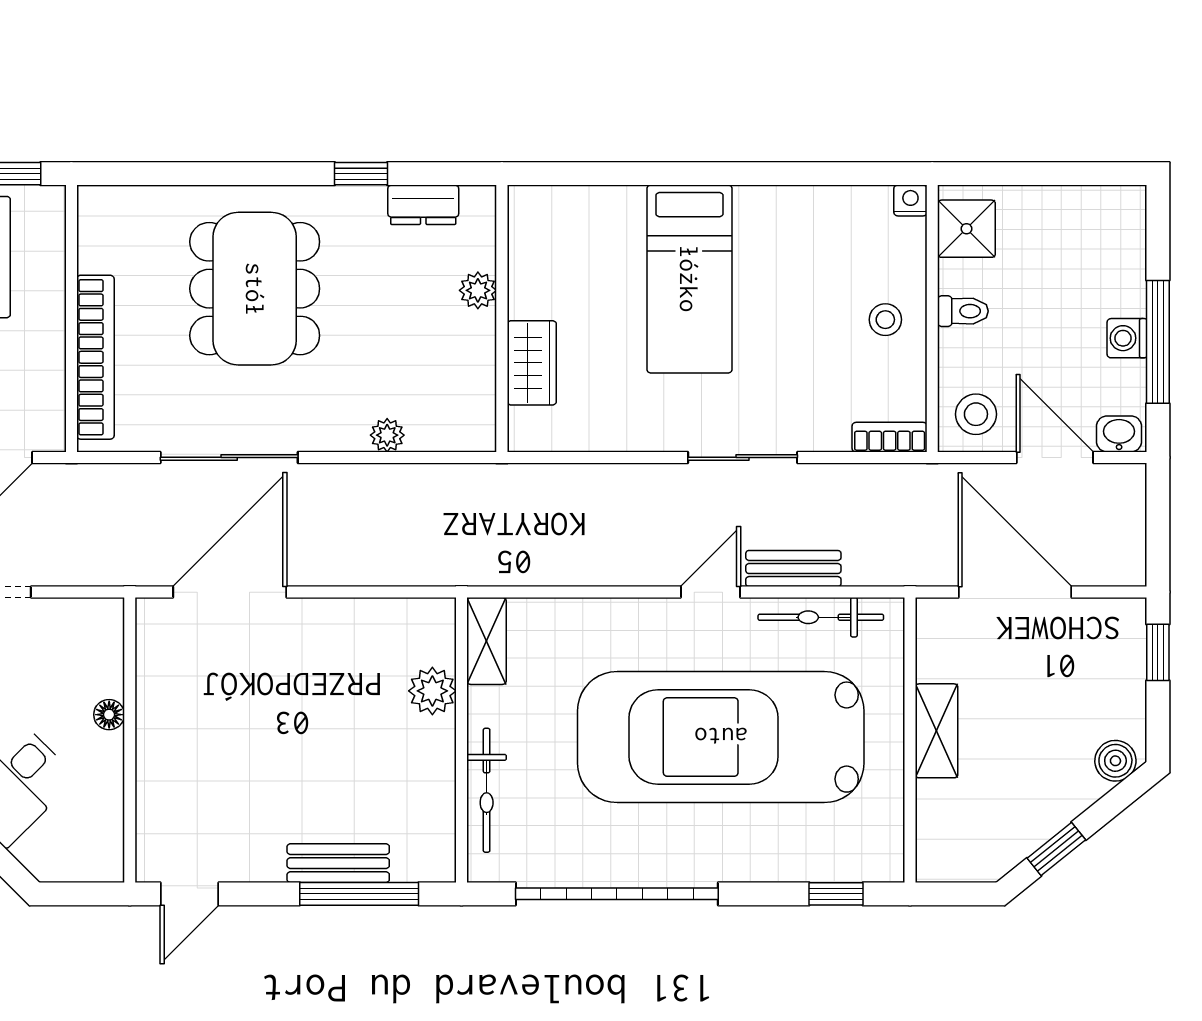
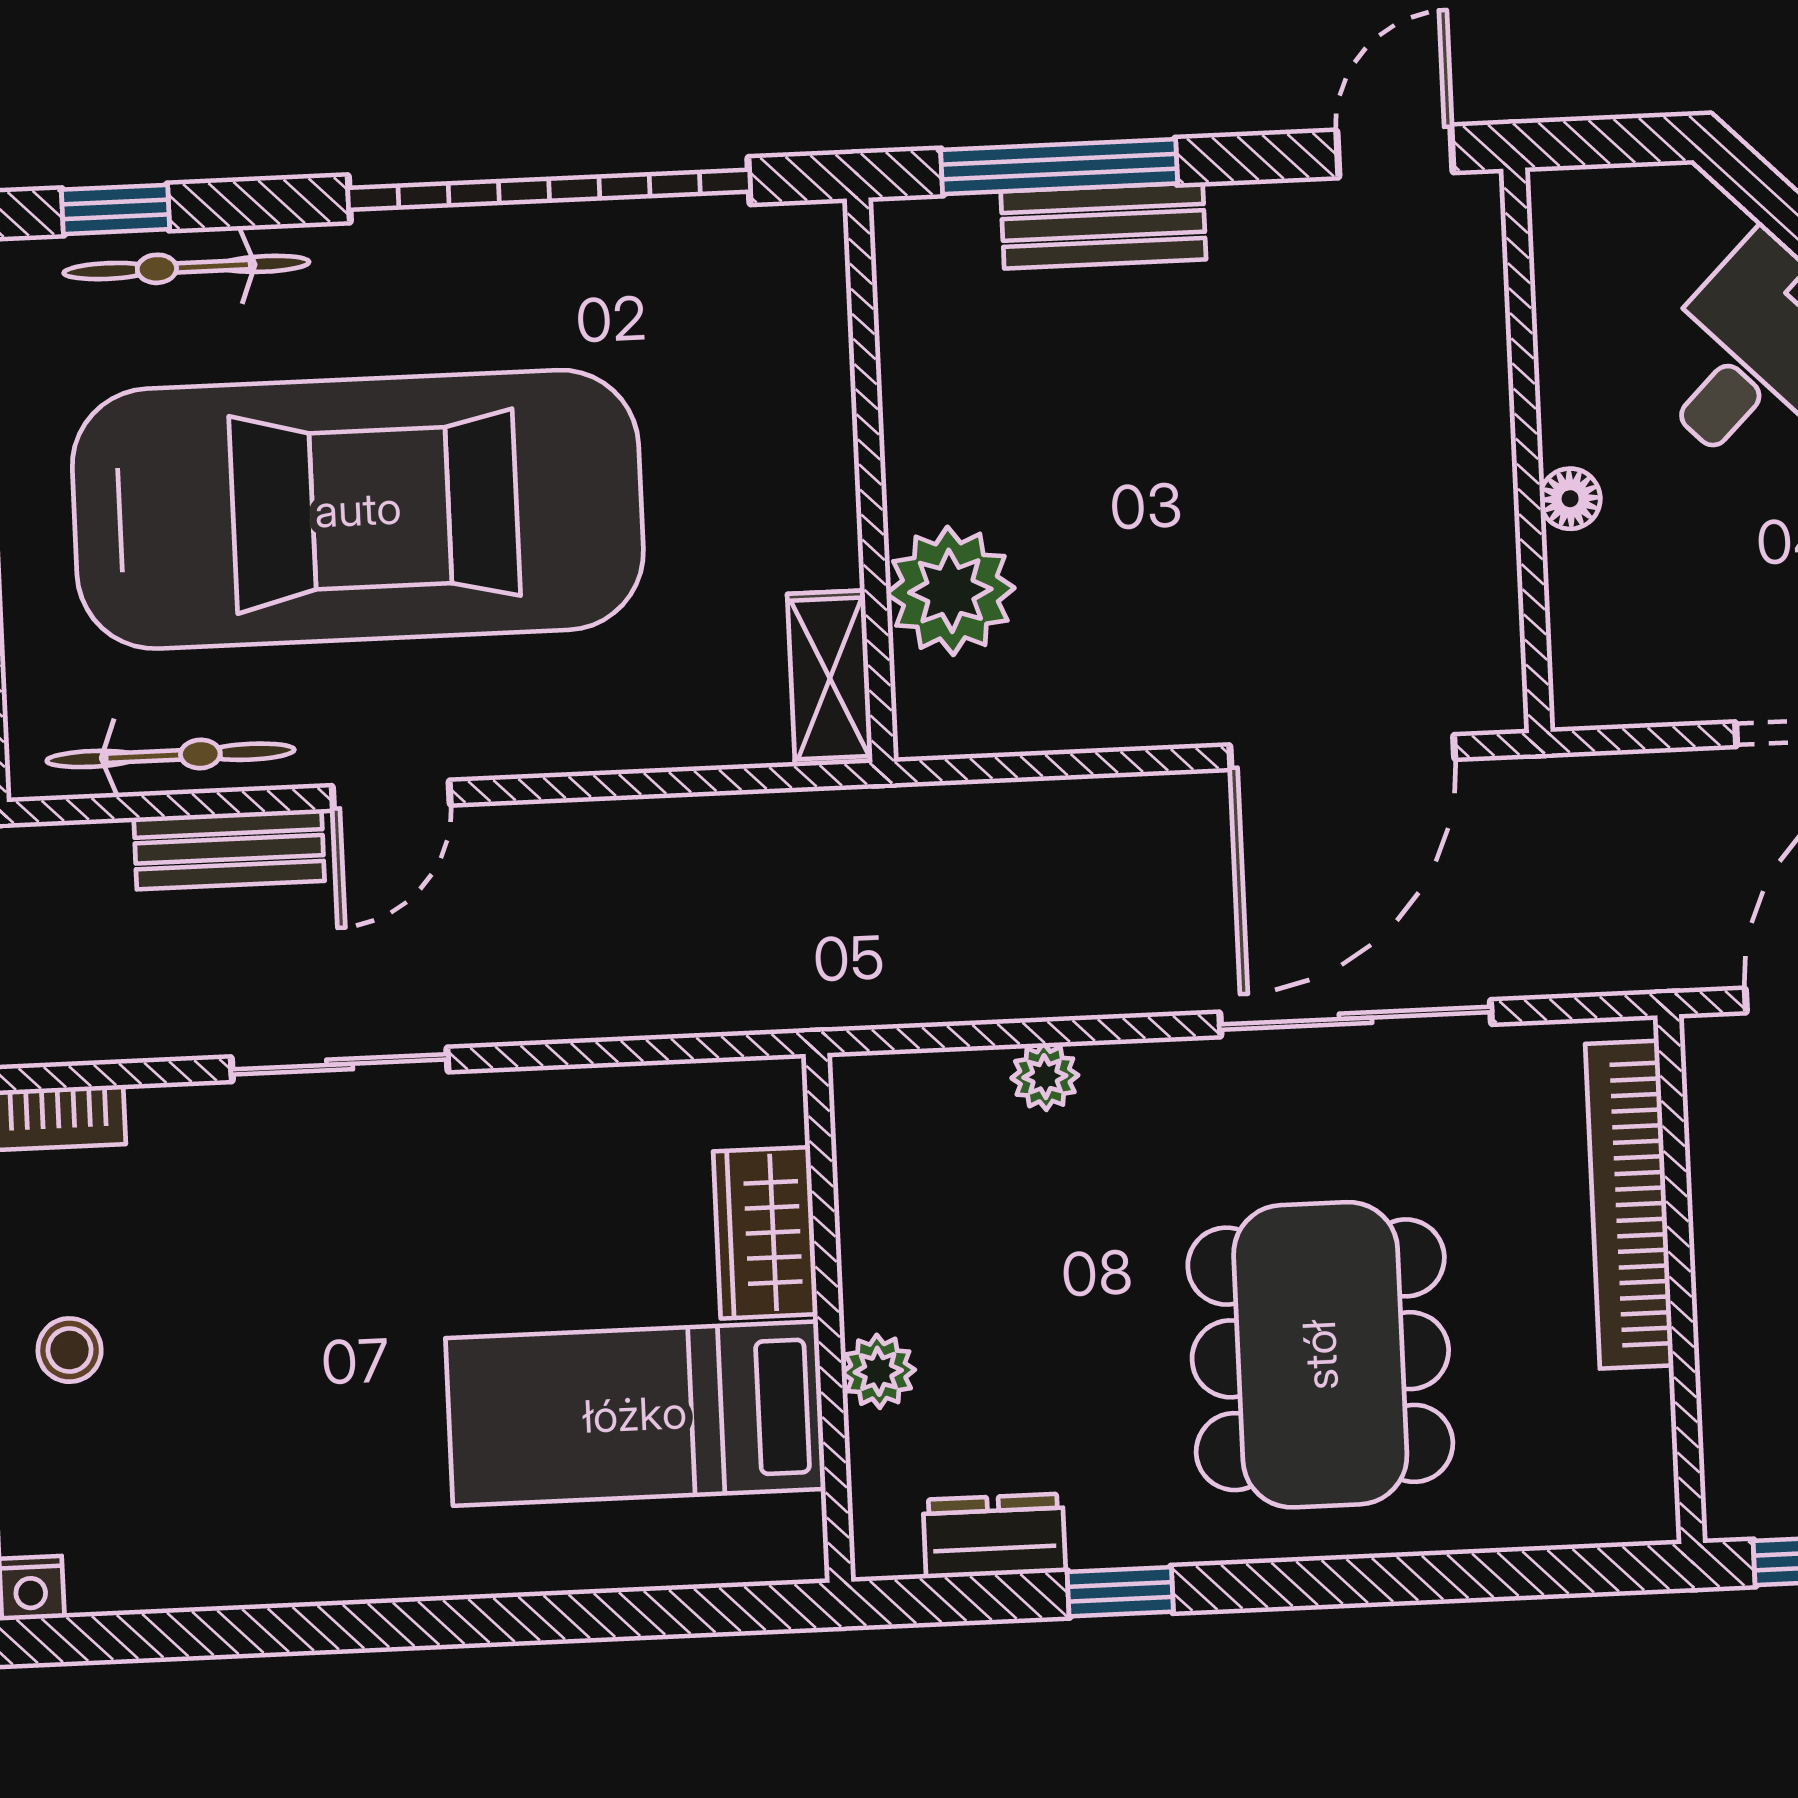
bed: (689, 279) -> (635, 1414), moved, turned -90
plant: (432, 691) -> (950, 591), width x1.36, depth x1.36
bicycle: (487, 790) -> (186, 267), moved, turned -90

